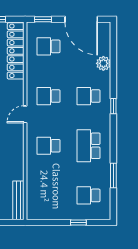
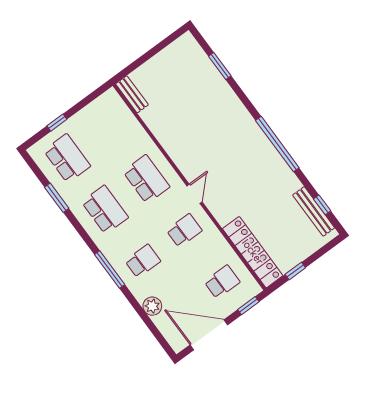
window: (113, 106) -> (110, 270), width x2.17
school desk: (49, 146) -> (146, 179), width x1.85
school desk: (89, 195) -> (67, 158), width x1.85
bench: (18, 200) -> (132, 94), width x0.73

